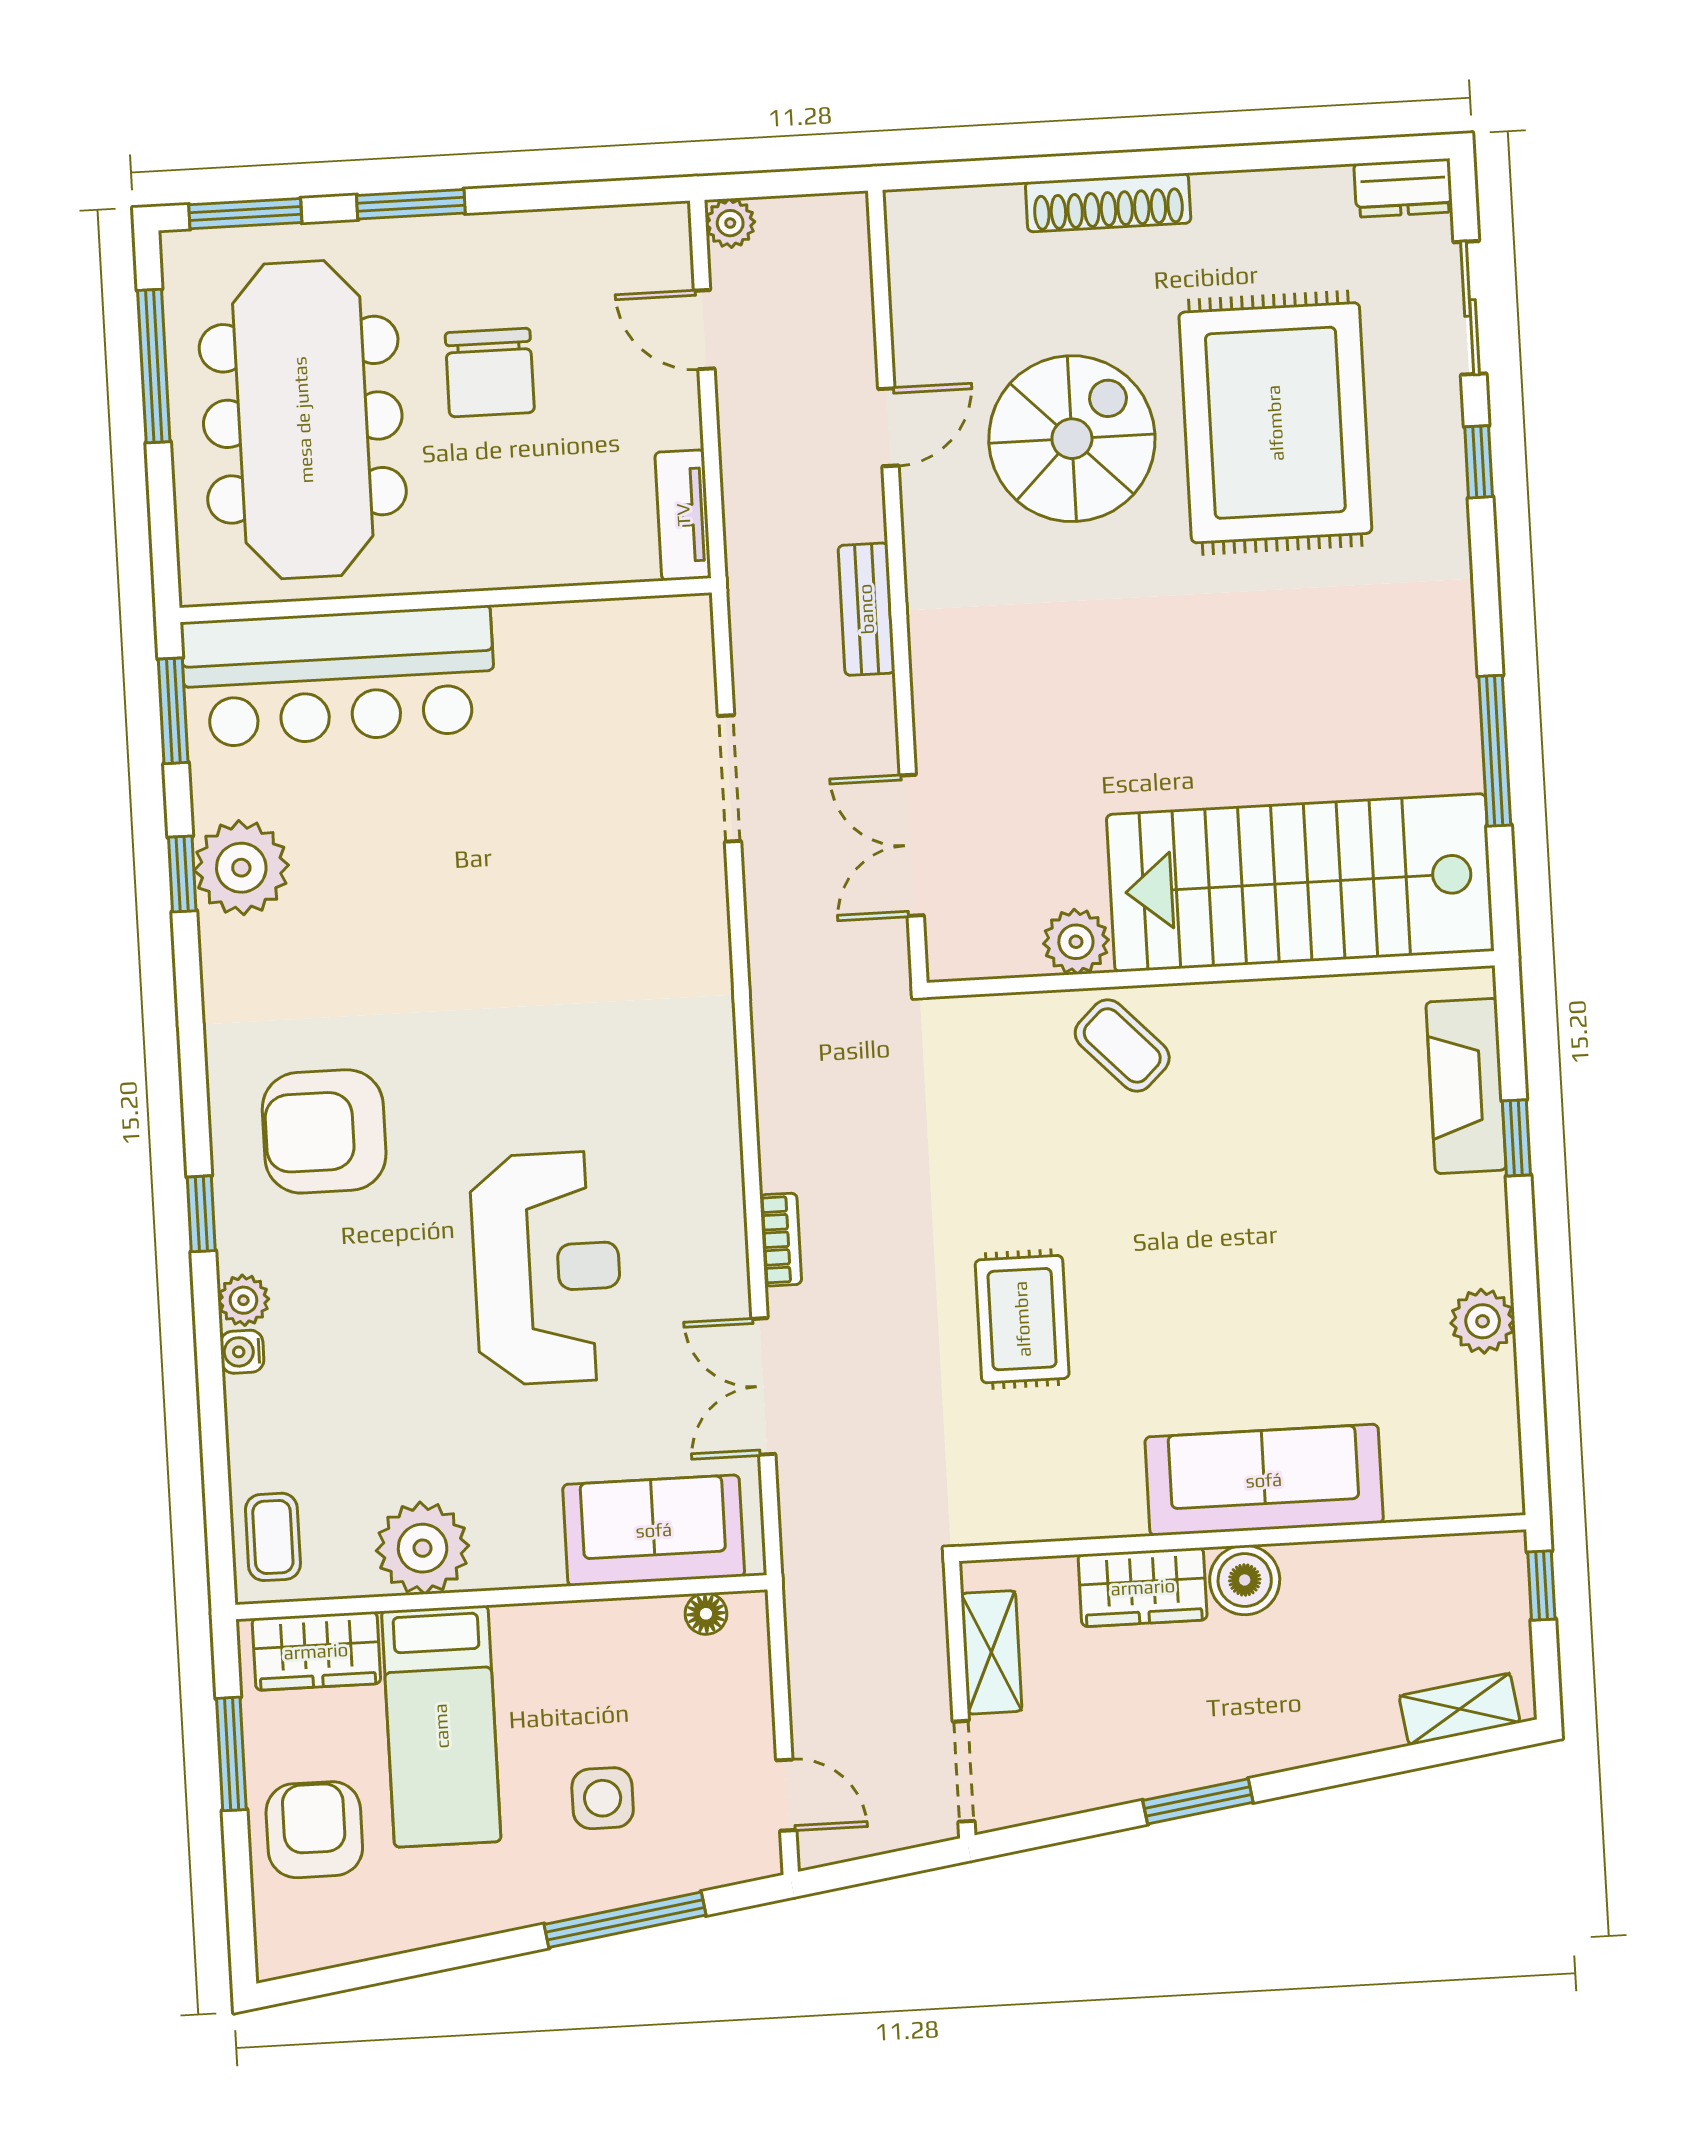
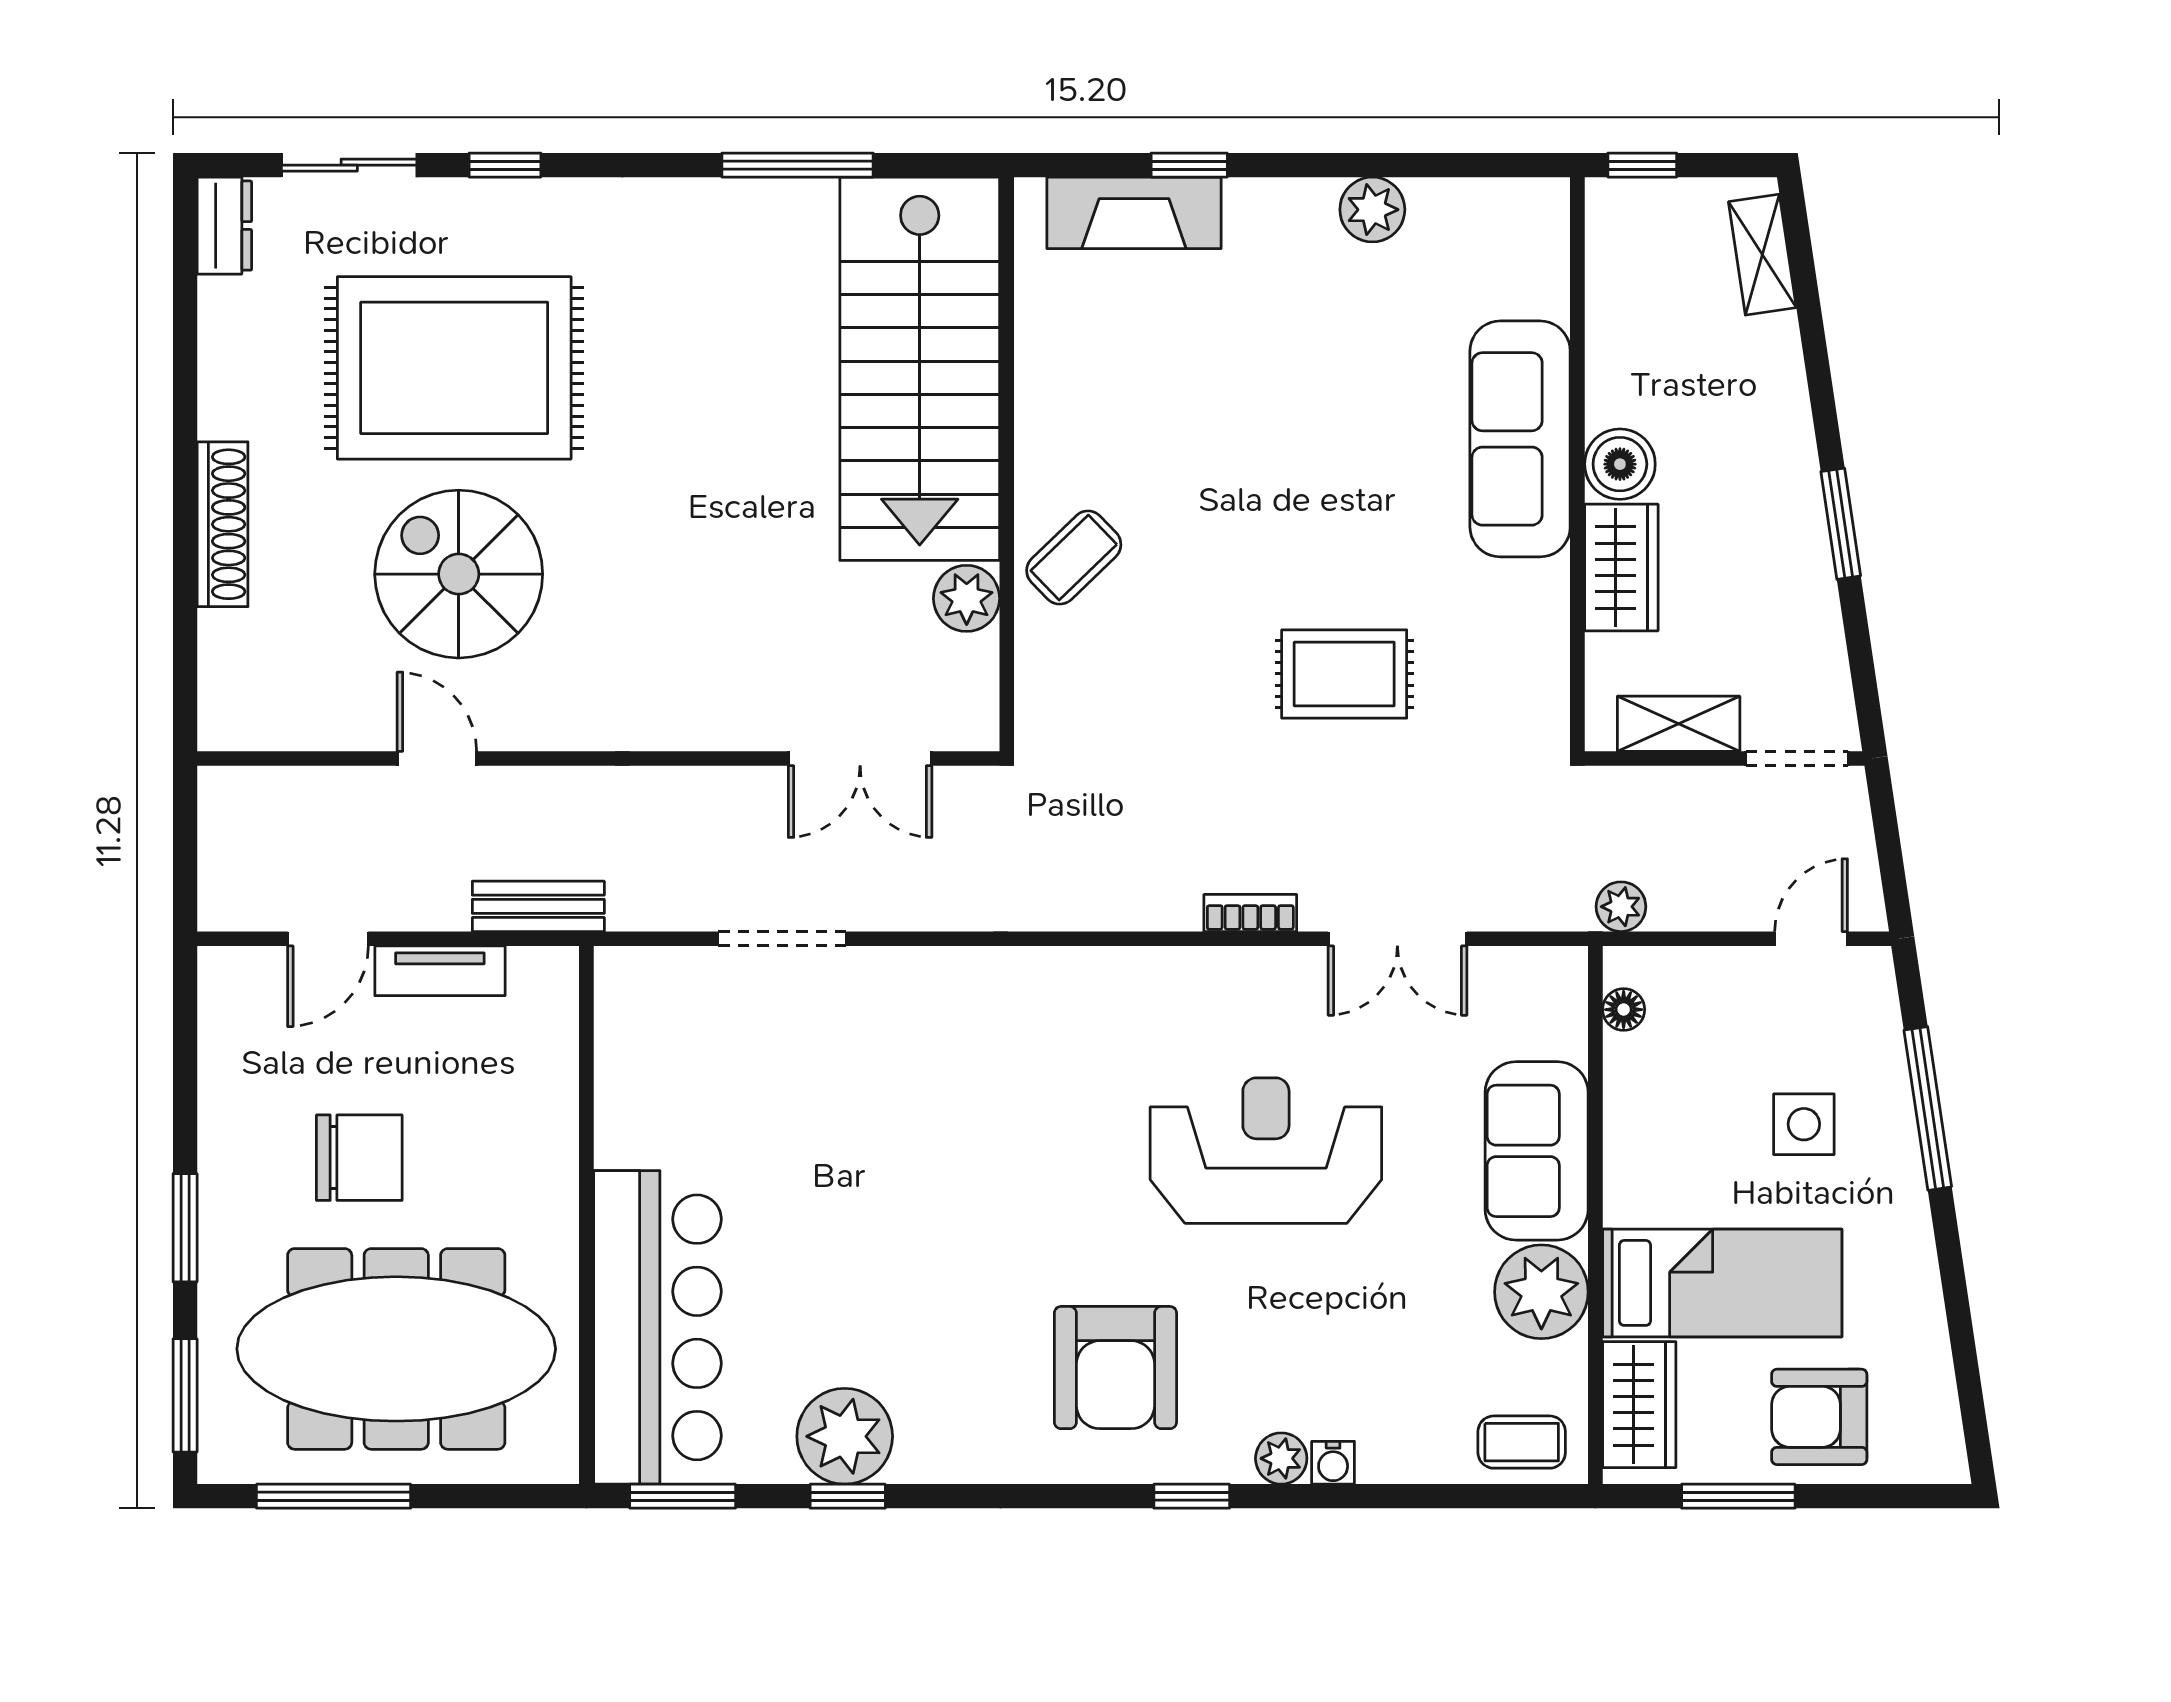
plant: (730, 223) -> (1621, 907), moved
tv unit: (683, 515) -> (440, 971), moved
bench: (866, 609) -> (538, 906), moved
sofa: (654, 1530) -> (1537, 1151), moved

